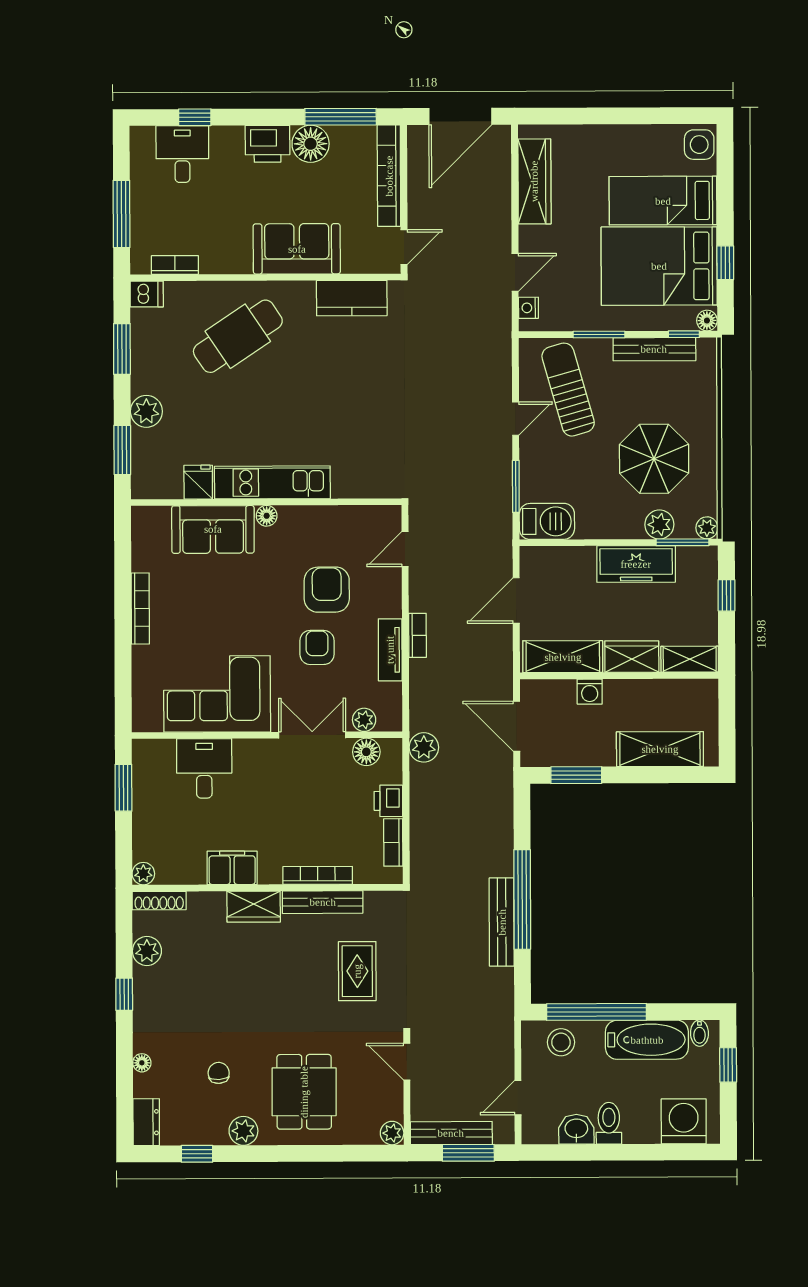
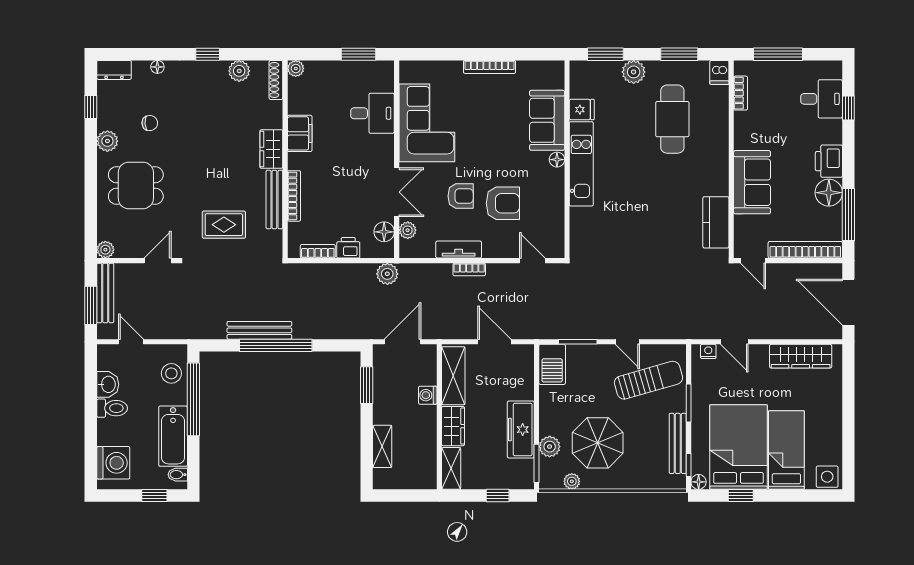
cafe table: (238, 336) -> (672, 119), moved, turned 34
plant: (707, 528) -> (572, 481), moved
shelving: (660, 749) -> (382, 446), width x0.67, depth x0.75

